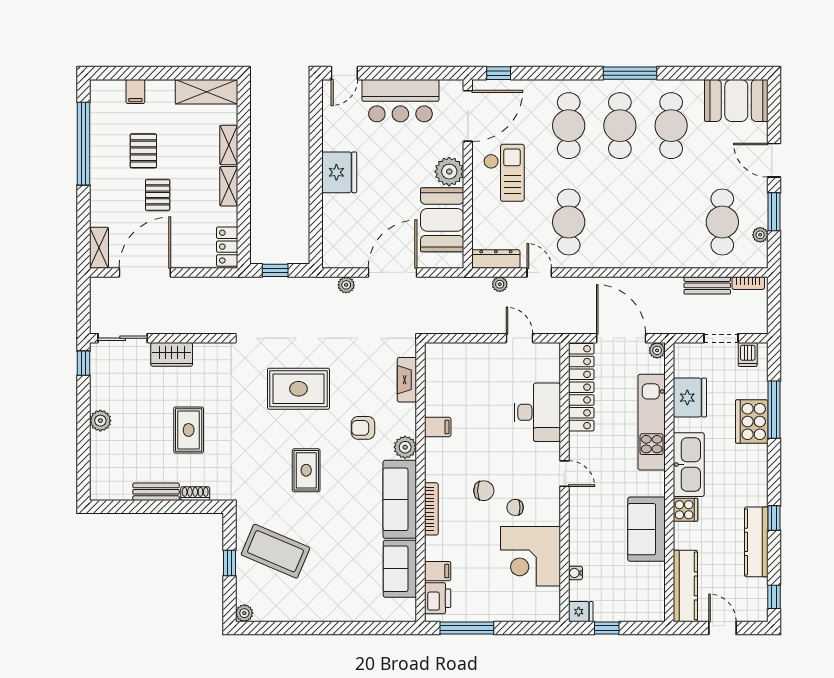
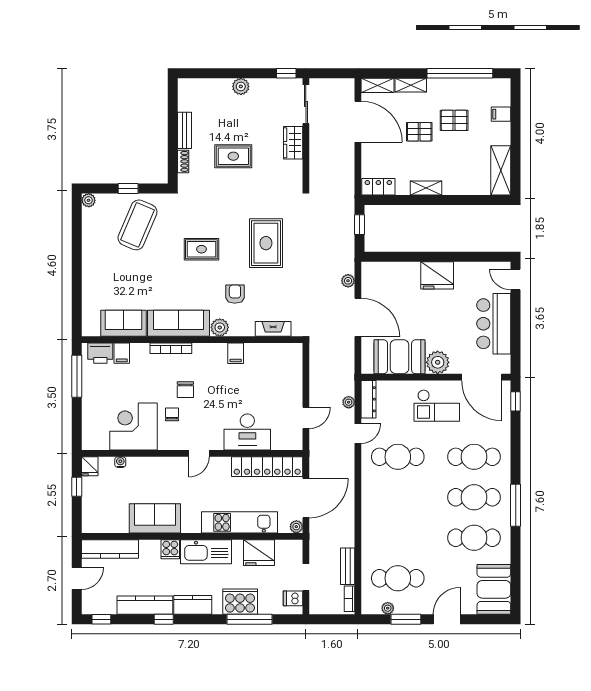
shelving: (229, 145) -> (411, 85), moved
kitchen counter: (756, 481) -> (193, 605), added

